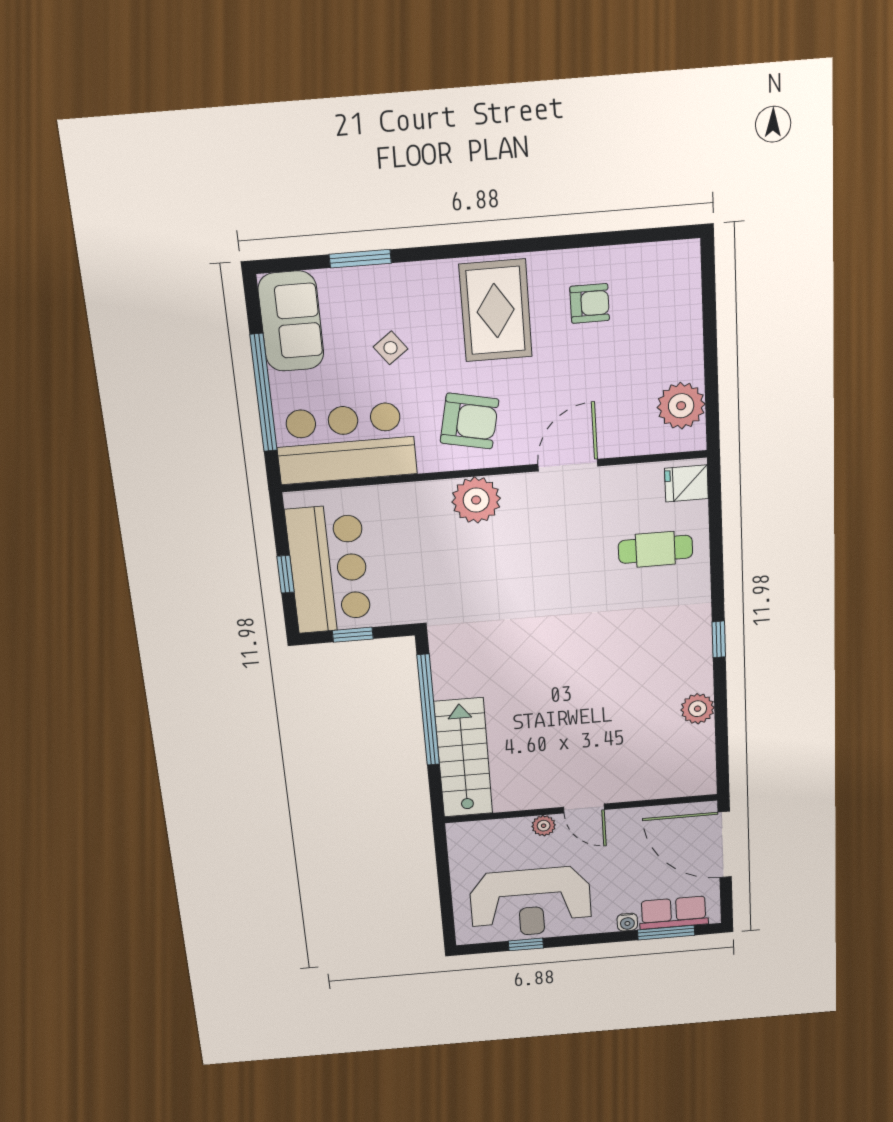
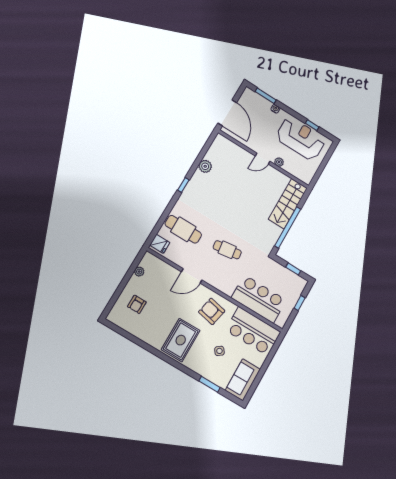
armchair: (590, 303) -> (137, 304), moved, turned -90
window: (264, 393) -> (266, 364), removed
plant: (681, 406) -> (139, 272), width x0.53, depth x0.53
plant: (476, 500) -> (227, 285), removed
cafe table: (655, 549) -> (183, 229), width x1.37, depth x1.35
bar counter: (329, 569) -> (259, 299), moved, turned 90
cafe table: (528, 574) -> (227, 250), added
door: (584, 808) -> (263, 159), swing flipped
row of seats: (674, 913) -> (259, 101), removed

